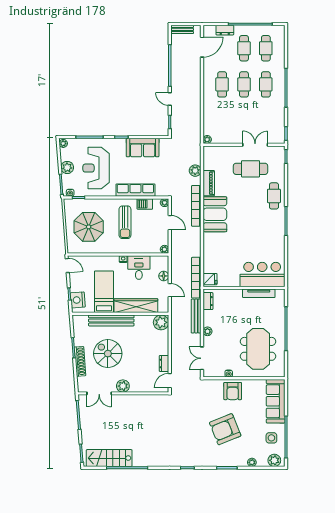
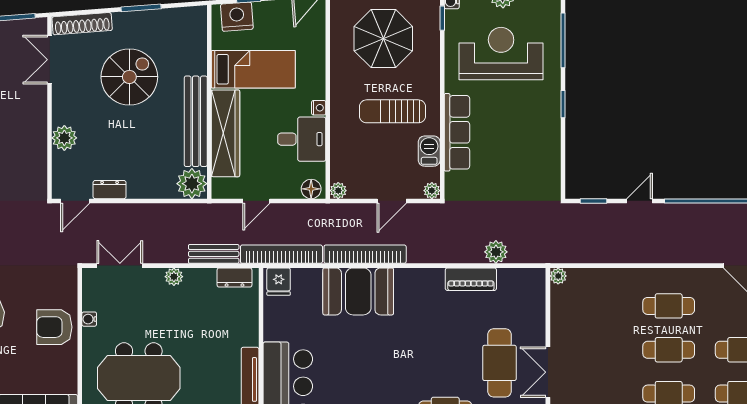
double door: (255, 145) -> (548, 372), swing flipped
sofa: (143, 148) -> (542, 147), removed
bookcase: (196, 206) -> (365, 254), moved
booth: (215, 214) -> (358, 291), moved
floor lamp: (164, 276) -> (311, 189), moved
bench: (196, 316) -> (214, 254), width x0.73
bench: (111, 320) -> (196, 121), moved
shoe rack: (80, 361) -> (82, 24), moved
door: (170, 381) -> (75, 201), swing flipped
plant: (123, 386) -> (64, 138), moved

